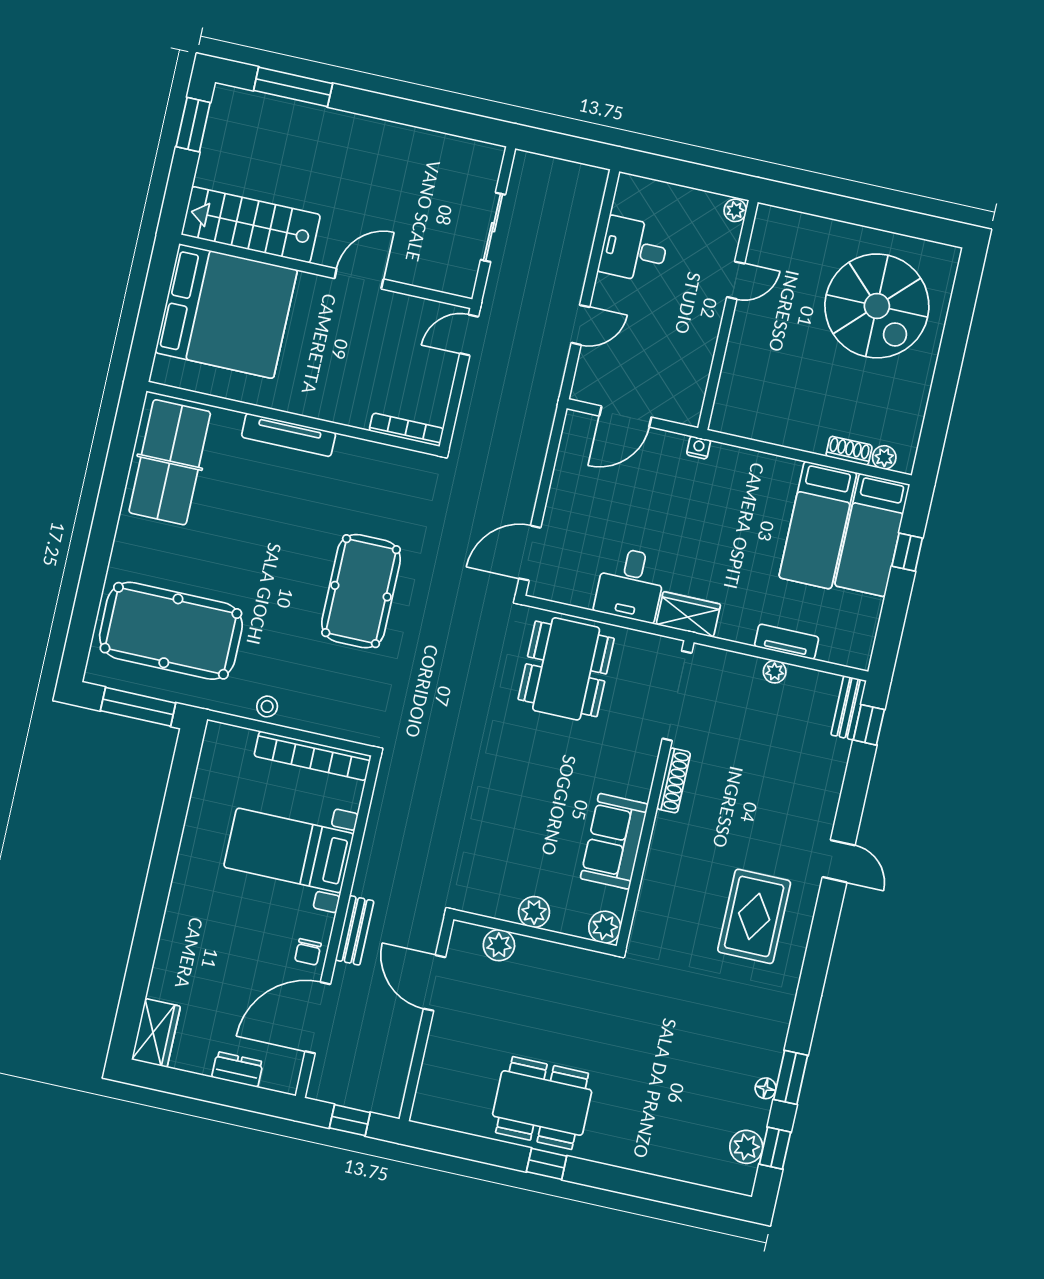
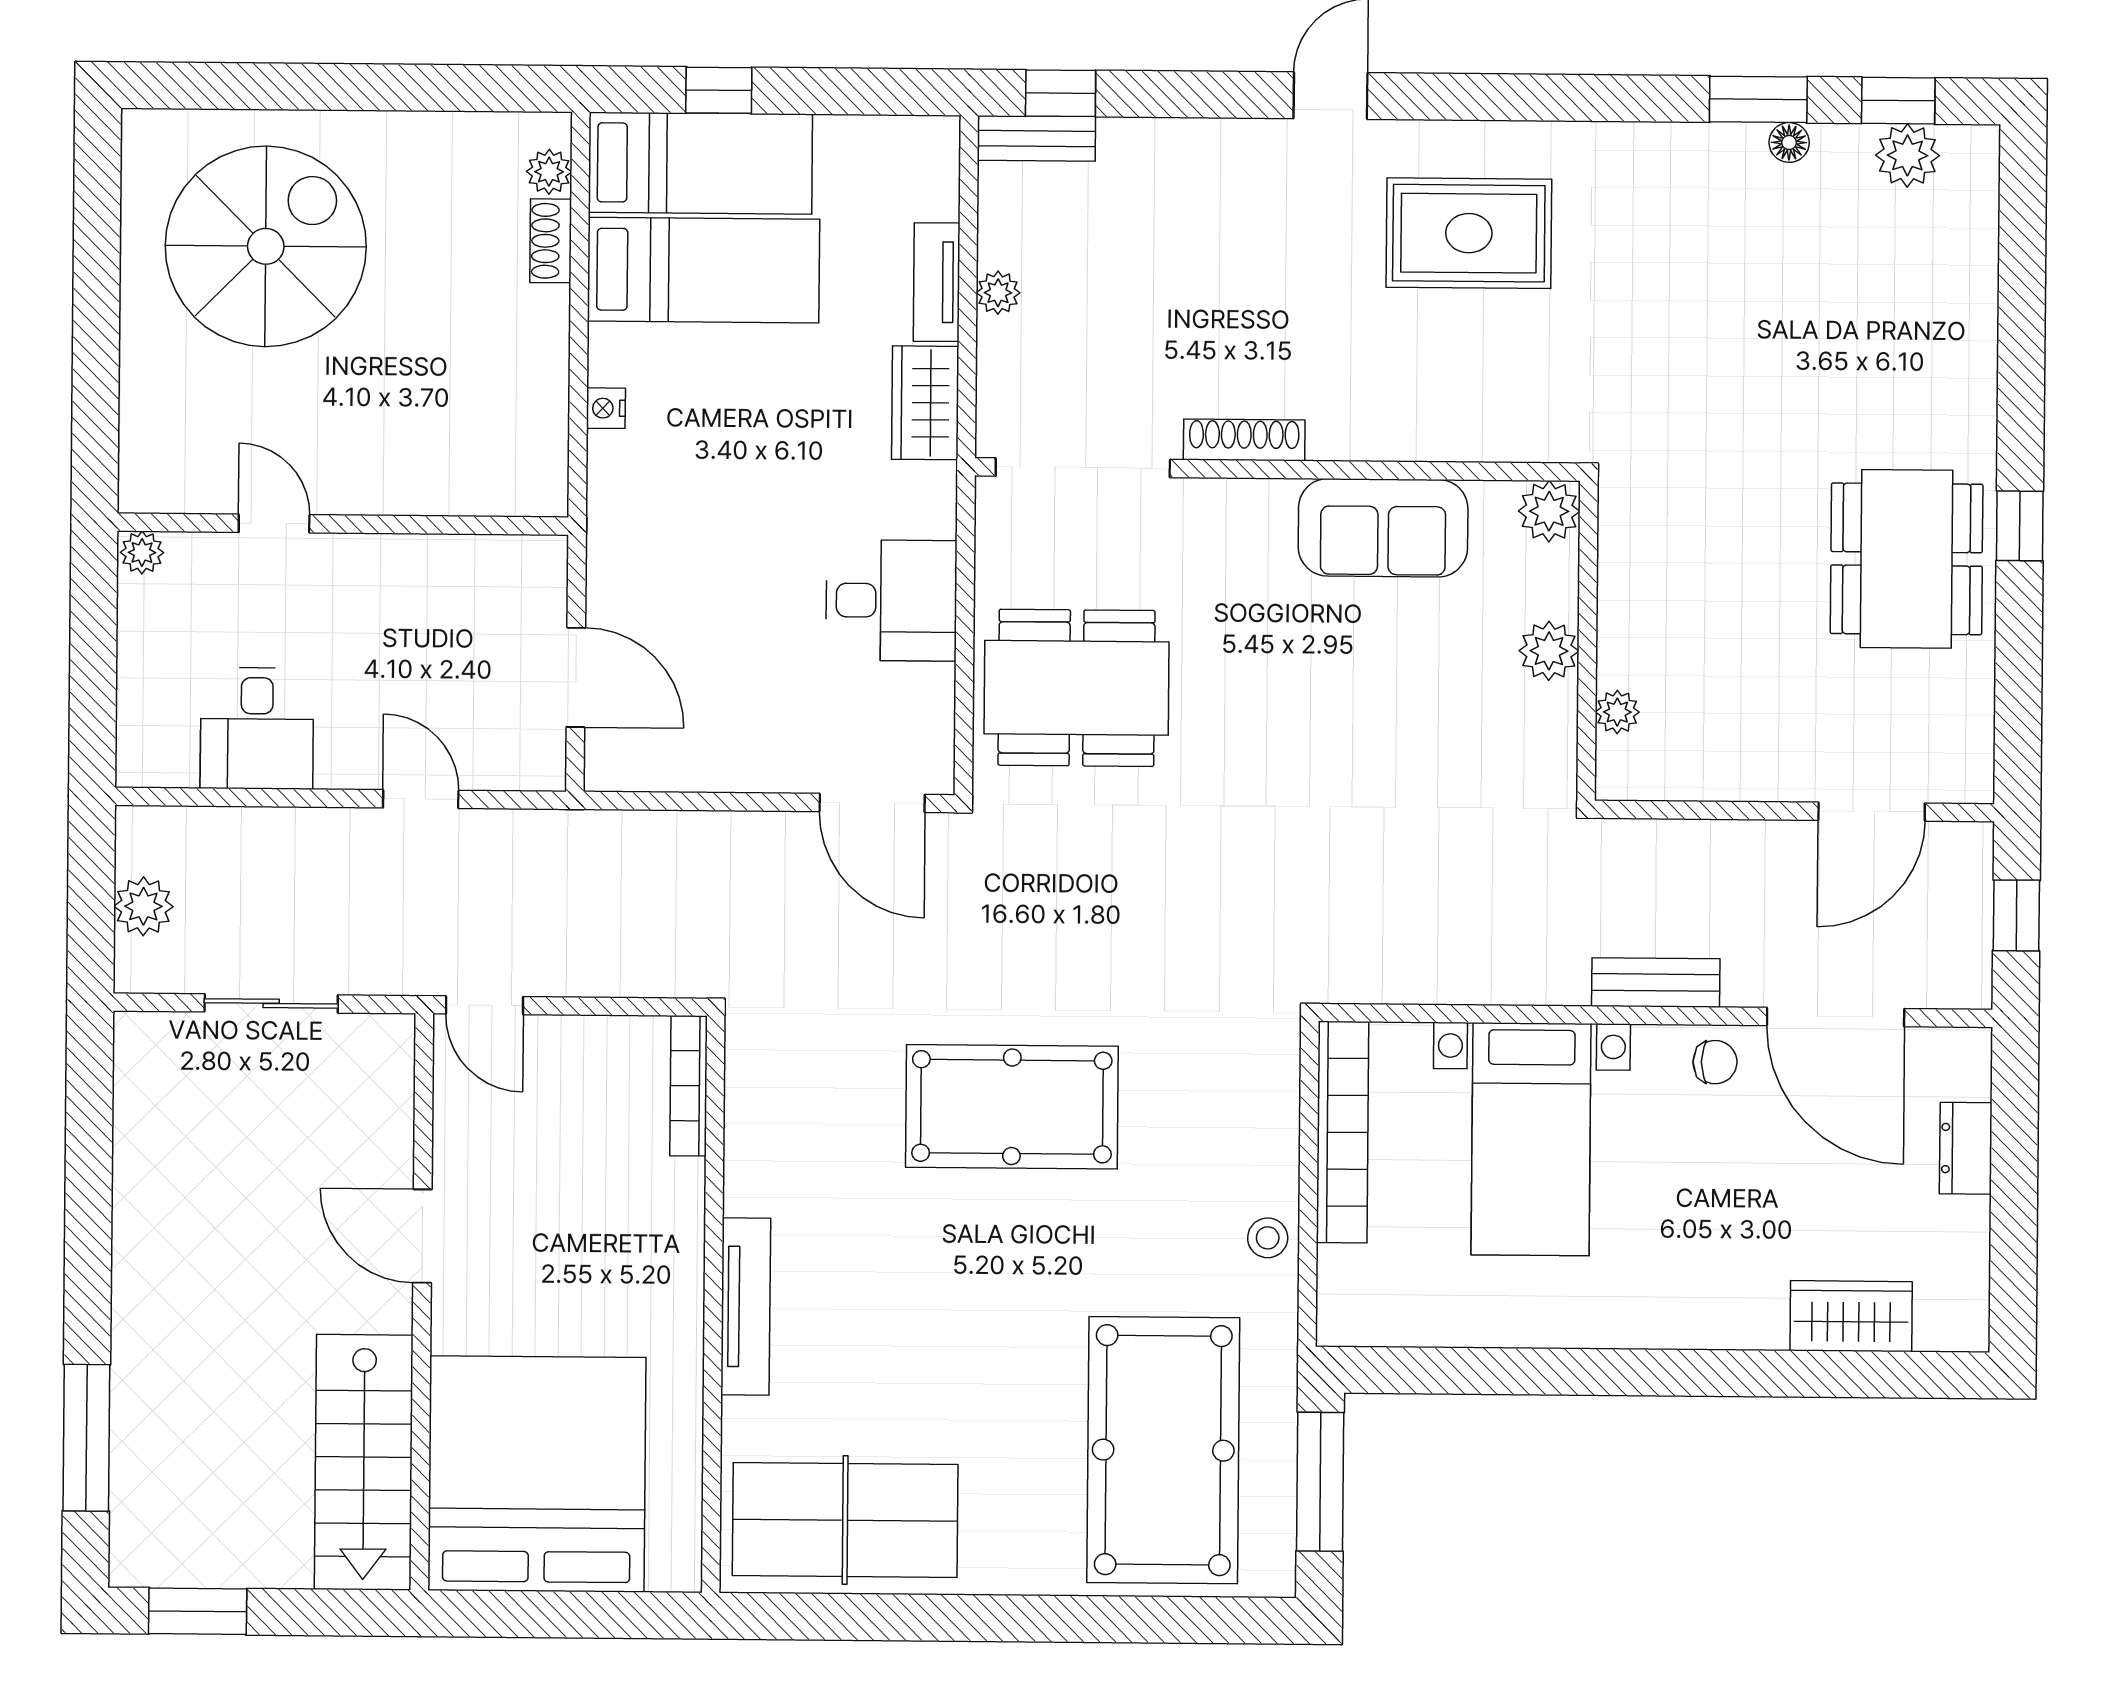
plant: (556, 173) -> (143, 906), added
nightstand: (699, 447) -> (606, 408), moved
wardrobe: (688, 614) -> (925, 403), moved
plant: (499, 945) -> (1617, 712), width x0.73, depth x0.73
door: (435, 983) -> (1872, 812), moved
wardrobe: (156, 1033) -> (1851, 1316), moved

